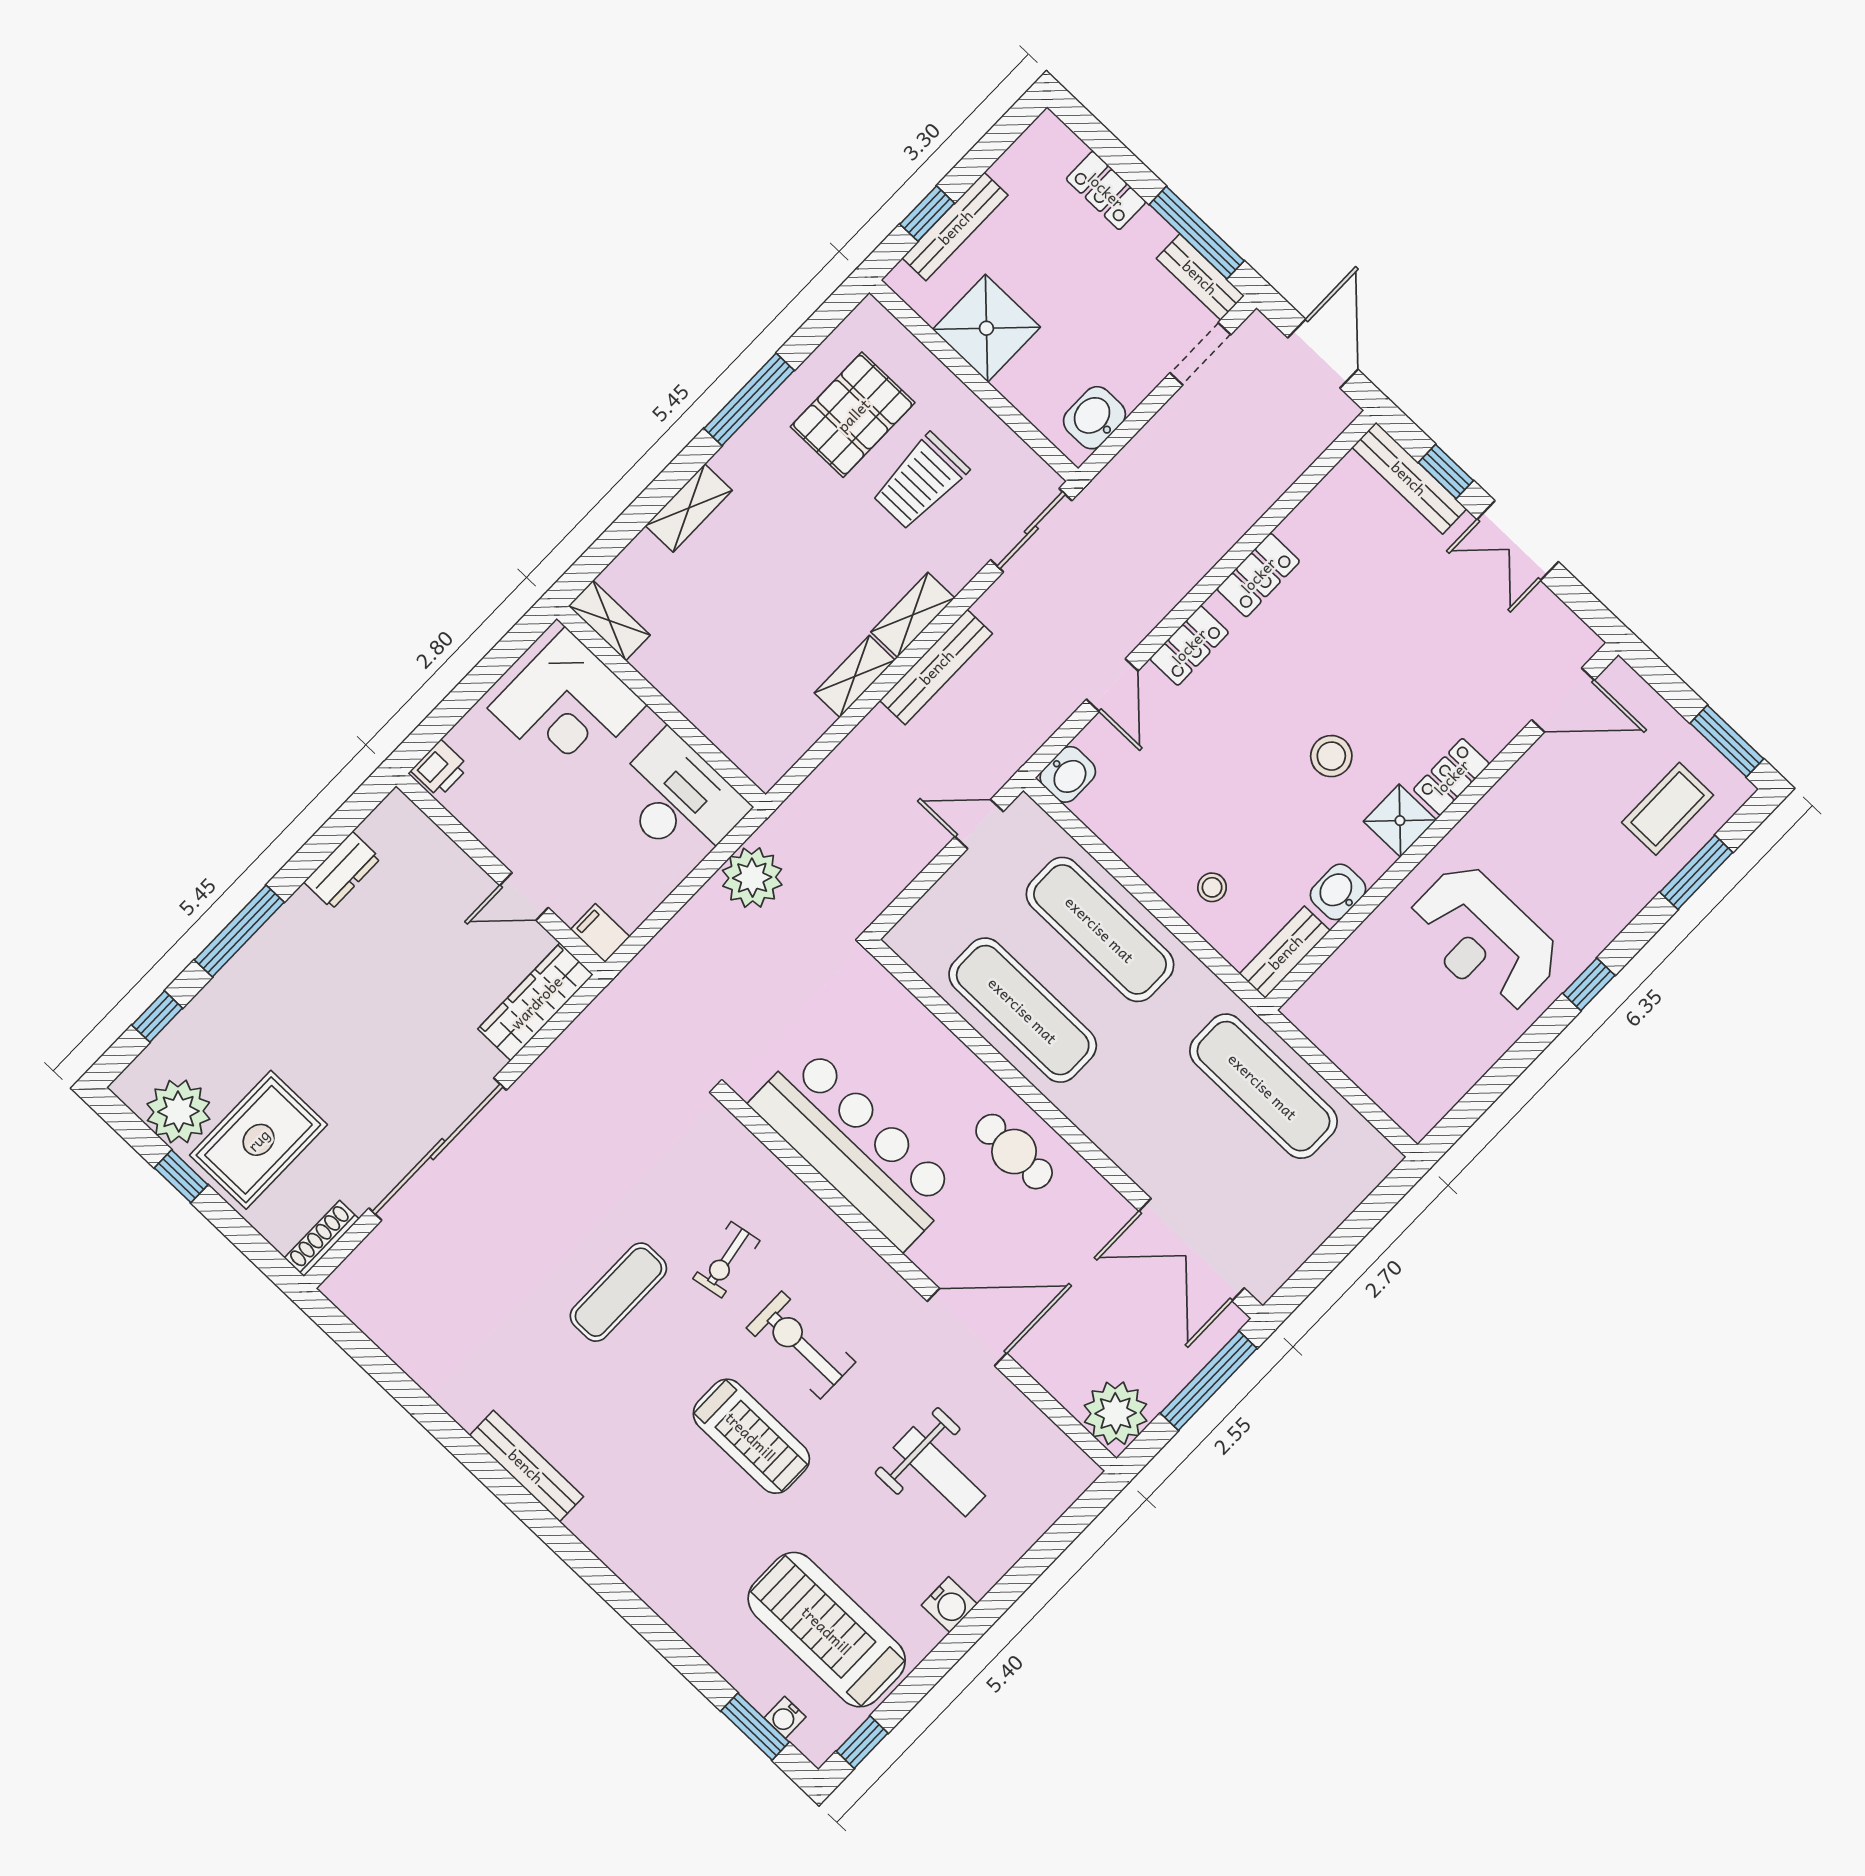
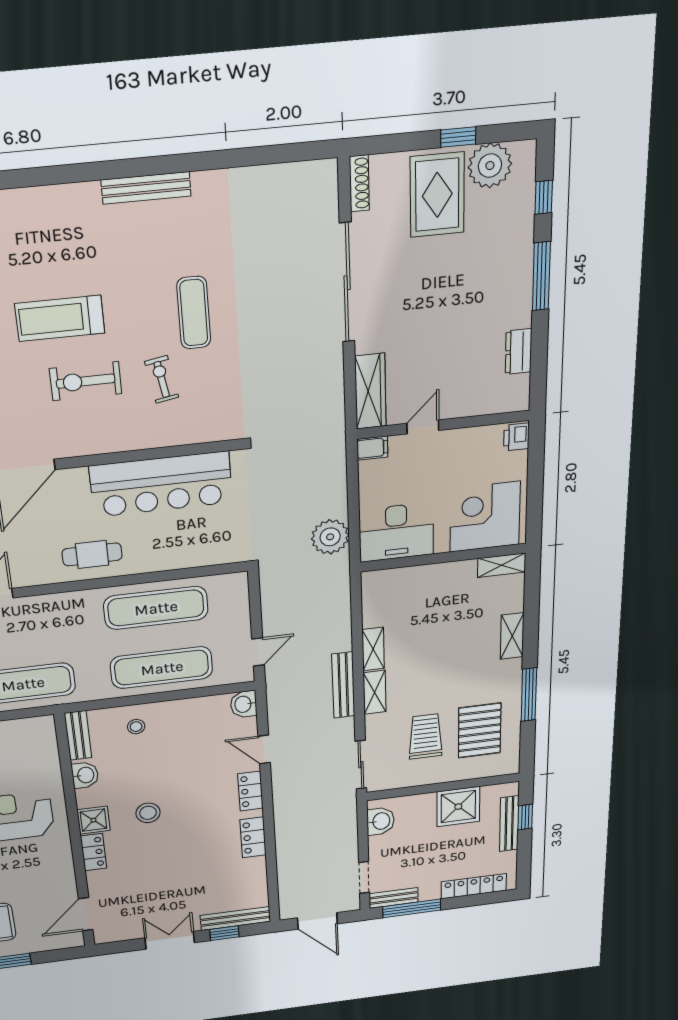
locker: (1106, 190) -> (474, 886), width x1.53
exercise bike: (801, 1345) -> (86, 381), turned 180

